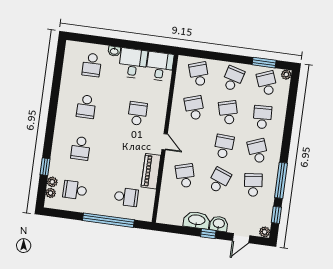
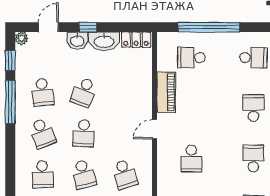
door: (165, 142) -> (155, 129), hinge flipped
school desk: (185, 176) -> (125, 92), removed
locker: (170, 218) -> (136, 40), added

